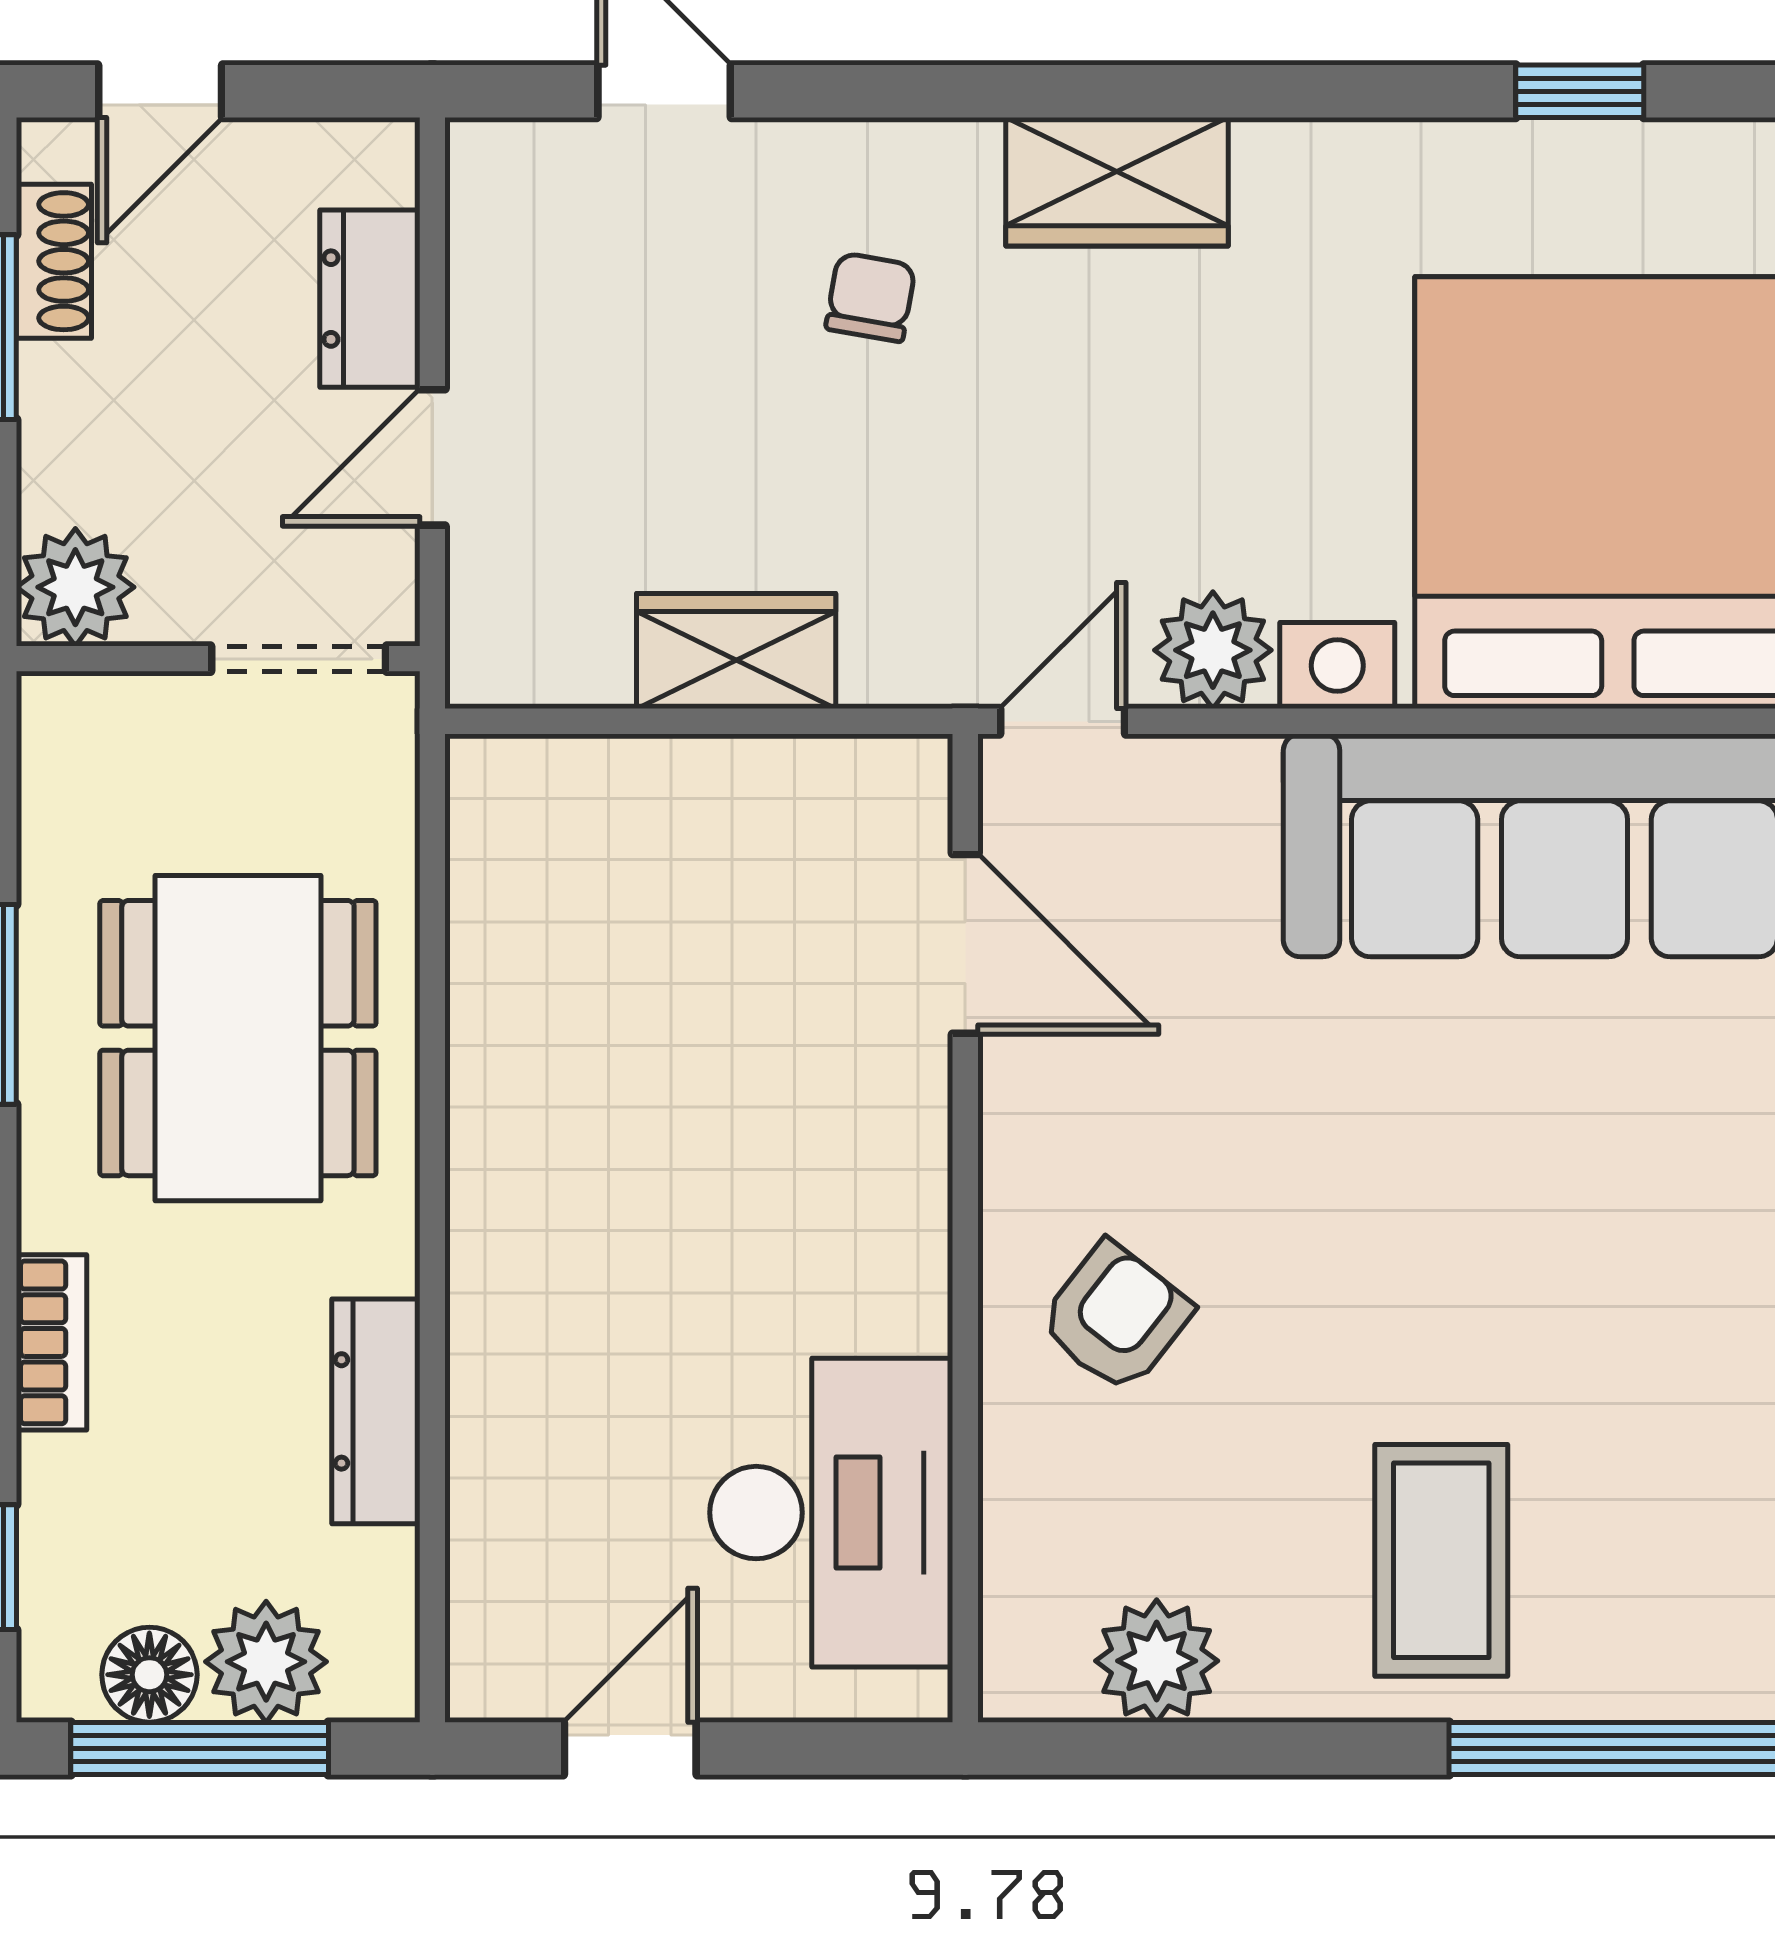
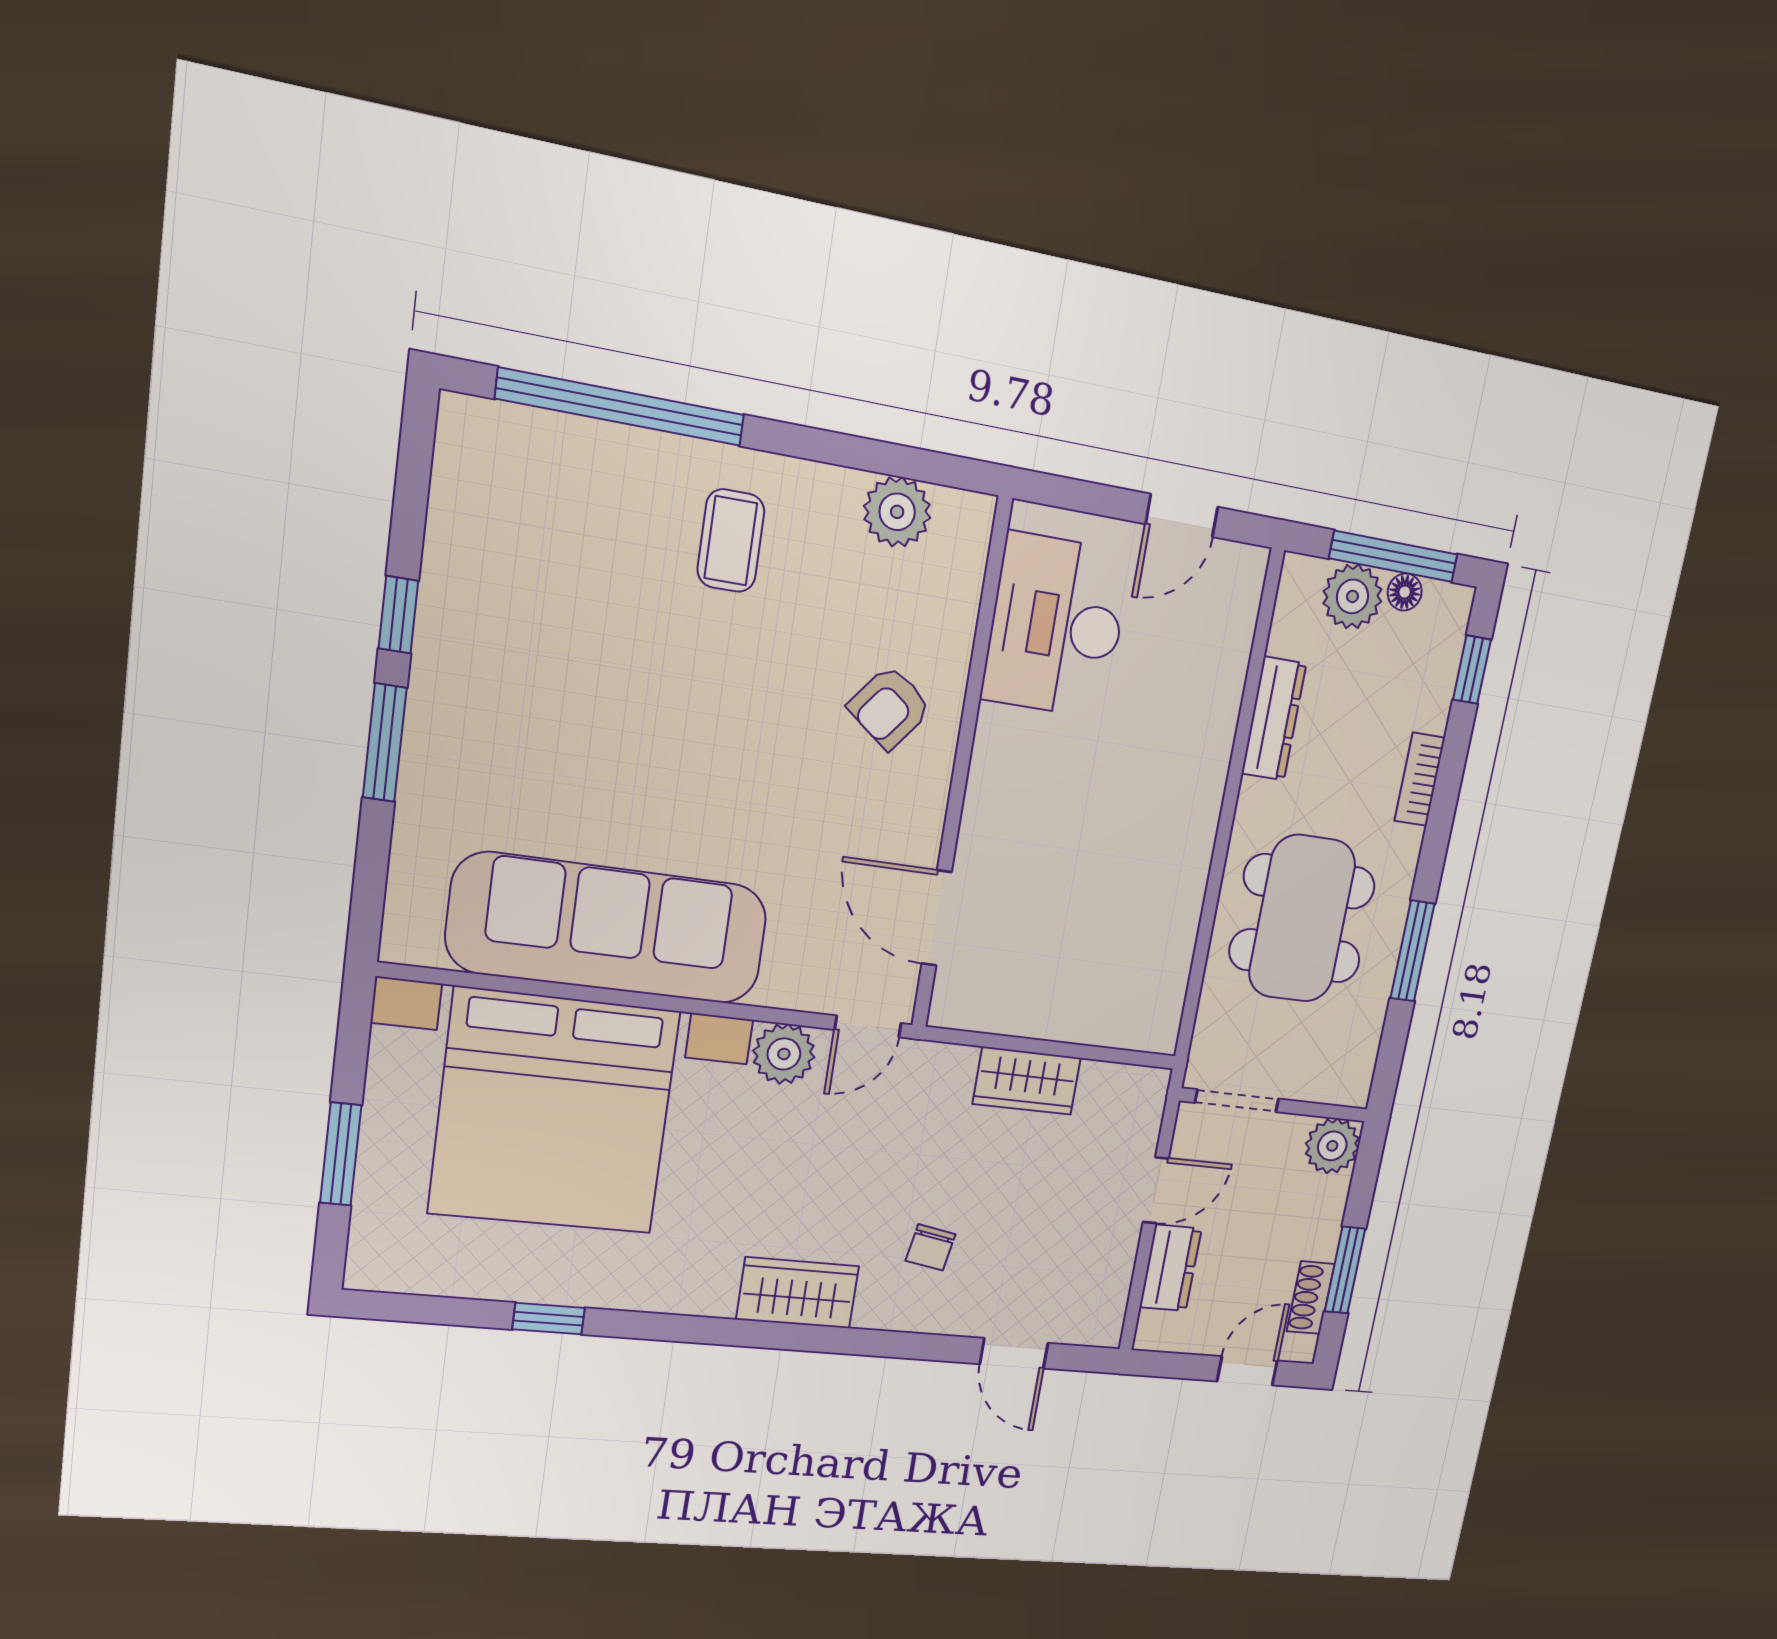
coffee table: (1441, 1560) -> (731, 541), width x0.73, depth x0.77
floor lamp: (149, 1675) -> (1405, 592), width x0.73, depth x0.73

